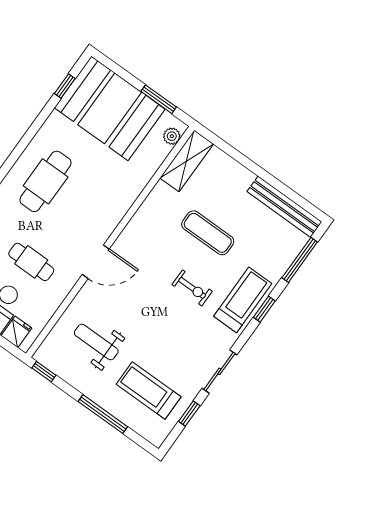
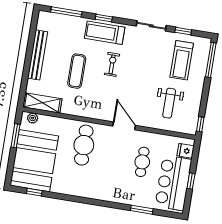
cafe table: (46, 181) -> (84, 145), moved, turned 90
bench: (284, 207) -> (38, 55), moved
window: (103, 414) -> (211, 60), moved

